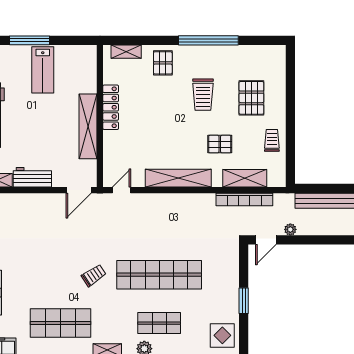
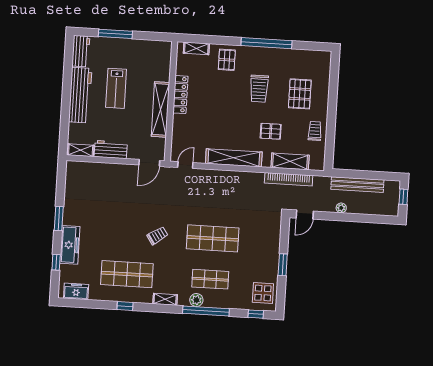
lab bench: (43, 70) -> (116, 88), moved
plant: (290, 229) -> (341, 208), moved
shop shelf: (159, 275) -> (213, 238), width x0.71

